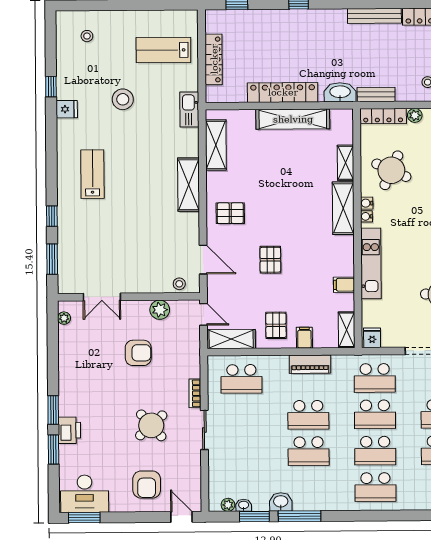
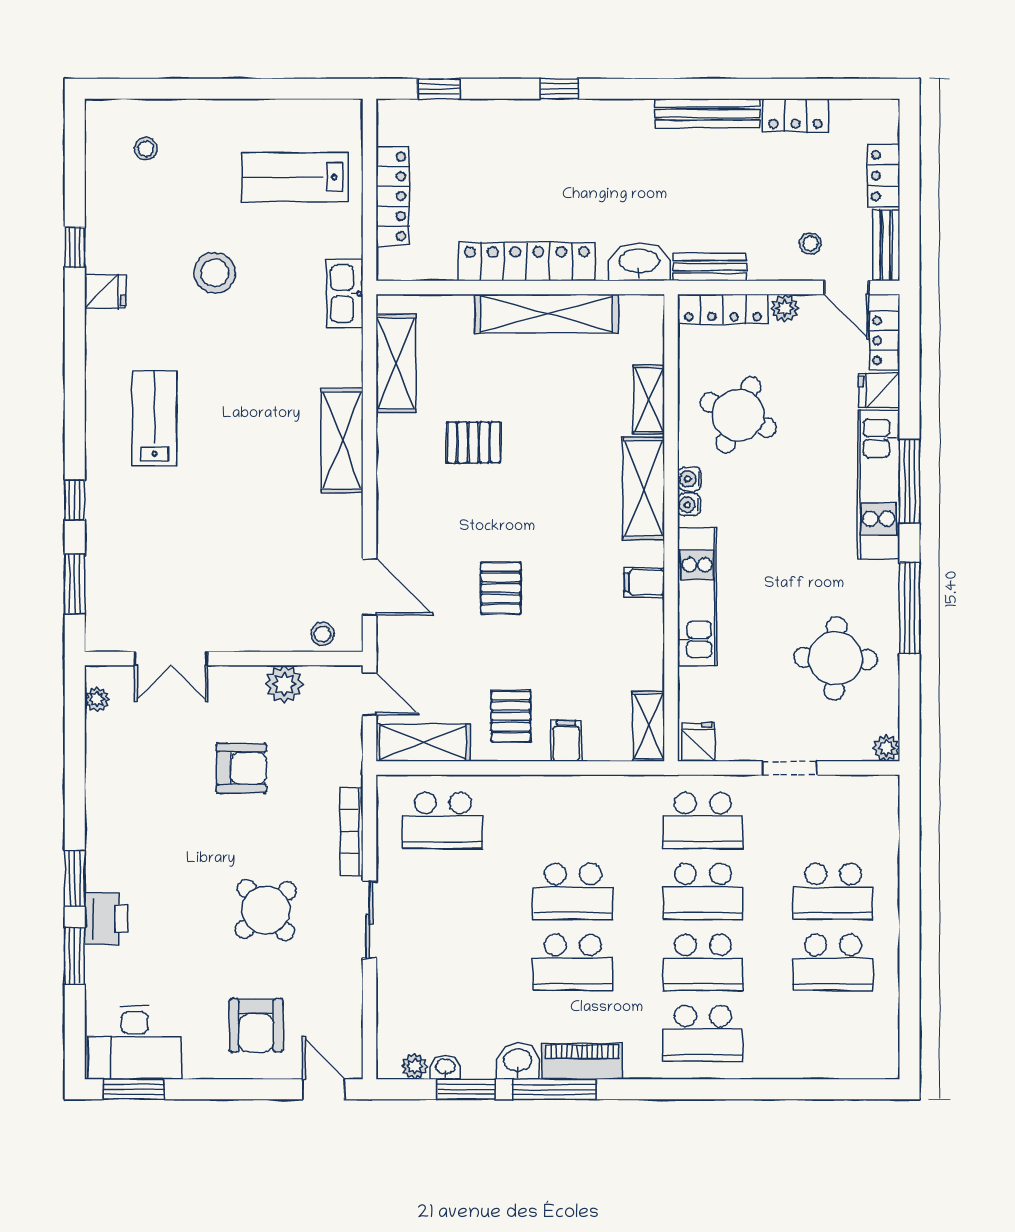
pallet: (230, 213) -> (473, 442), moved
filing cabinet: (344, 285) -> (644, 583), moved
piano: (310, 364) -> (582, 1061), moved, turned 180
bookcase: (195, 393) -> (352, 832), width x1.56

